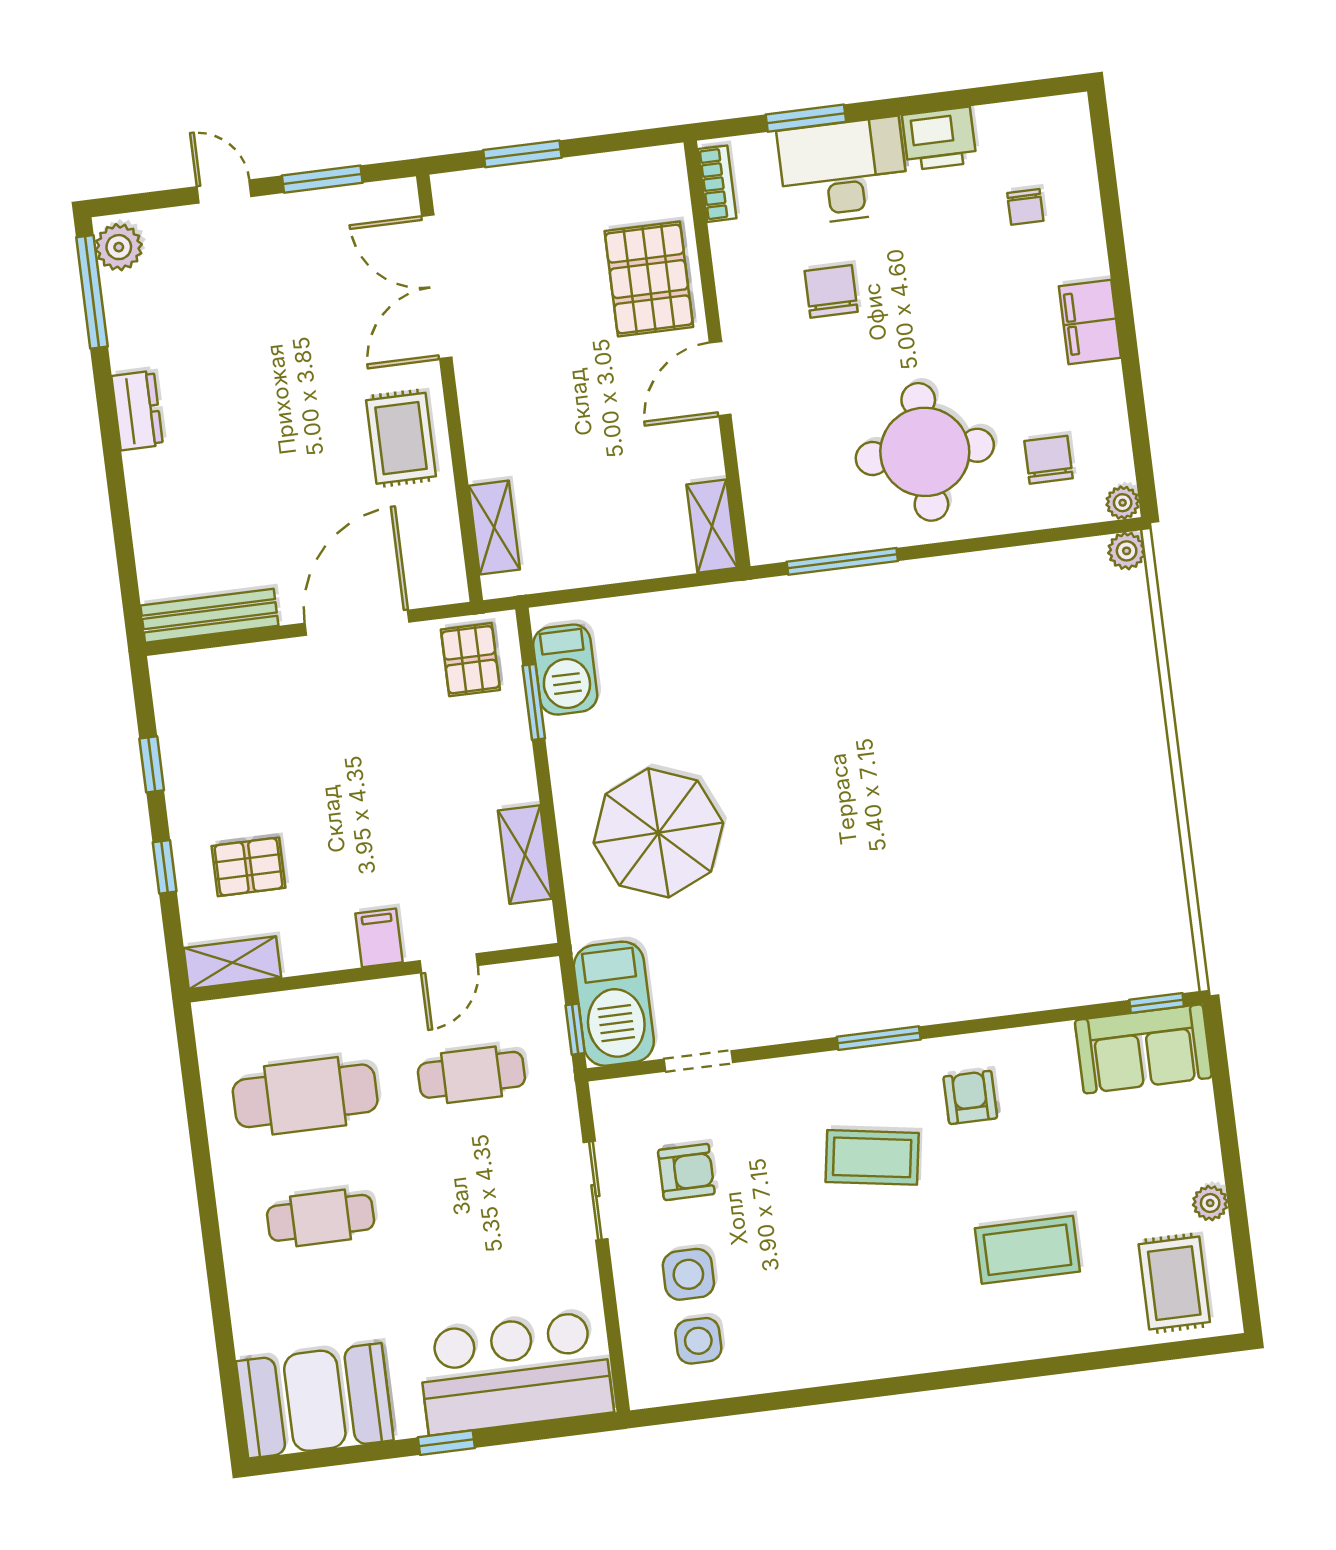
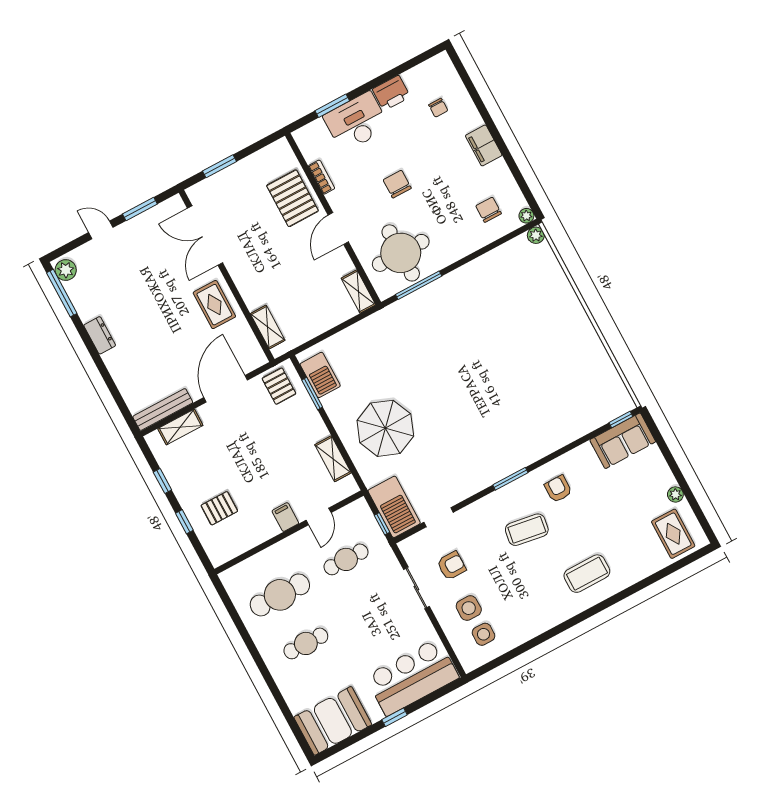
bookcase: (717, 184) -> (322, 177), moved
chair: (831, 291) -> (397, 184), moved
round table: (925, 452) -> (401, 253), moved
shelving: (232, 963) -> (180, 427), moved
coffee table: (1027, 1250) -> (587, 574), moved

